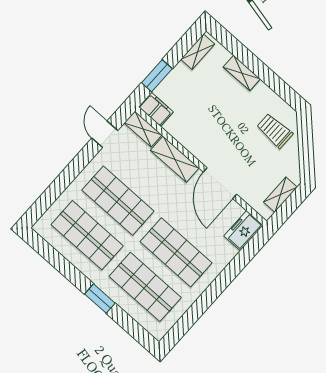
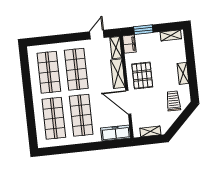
shelving: (242, 73) -> (183, 73), moved
pallet: (207, 134) -> (142, 76), added
door: (220, 183) -> (128, 102), hinge flipped
freezer: (244, 231) -> (116, 133), width x1.40
window: (100, 299) -> (29, 105), removed

